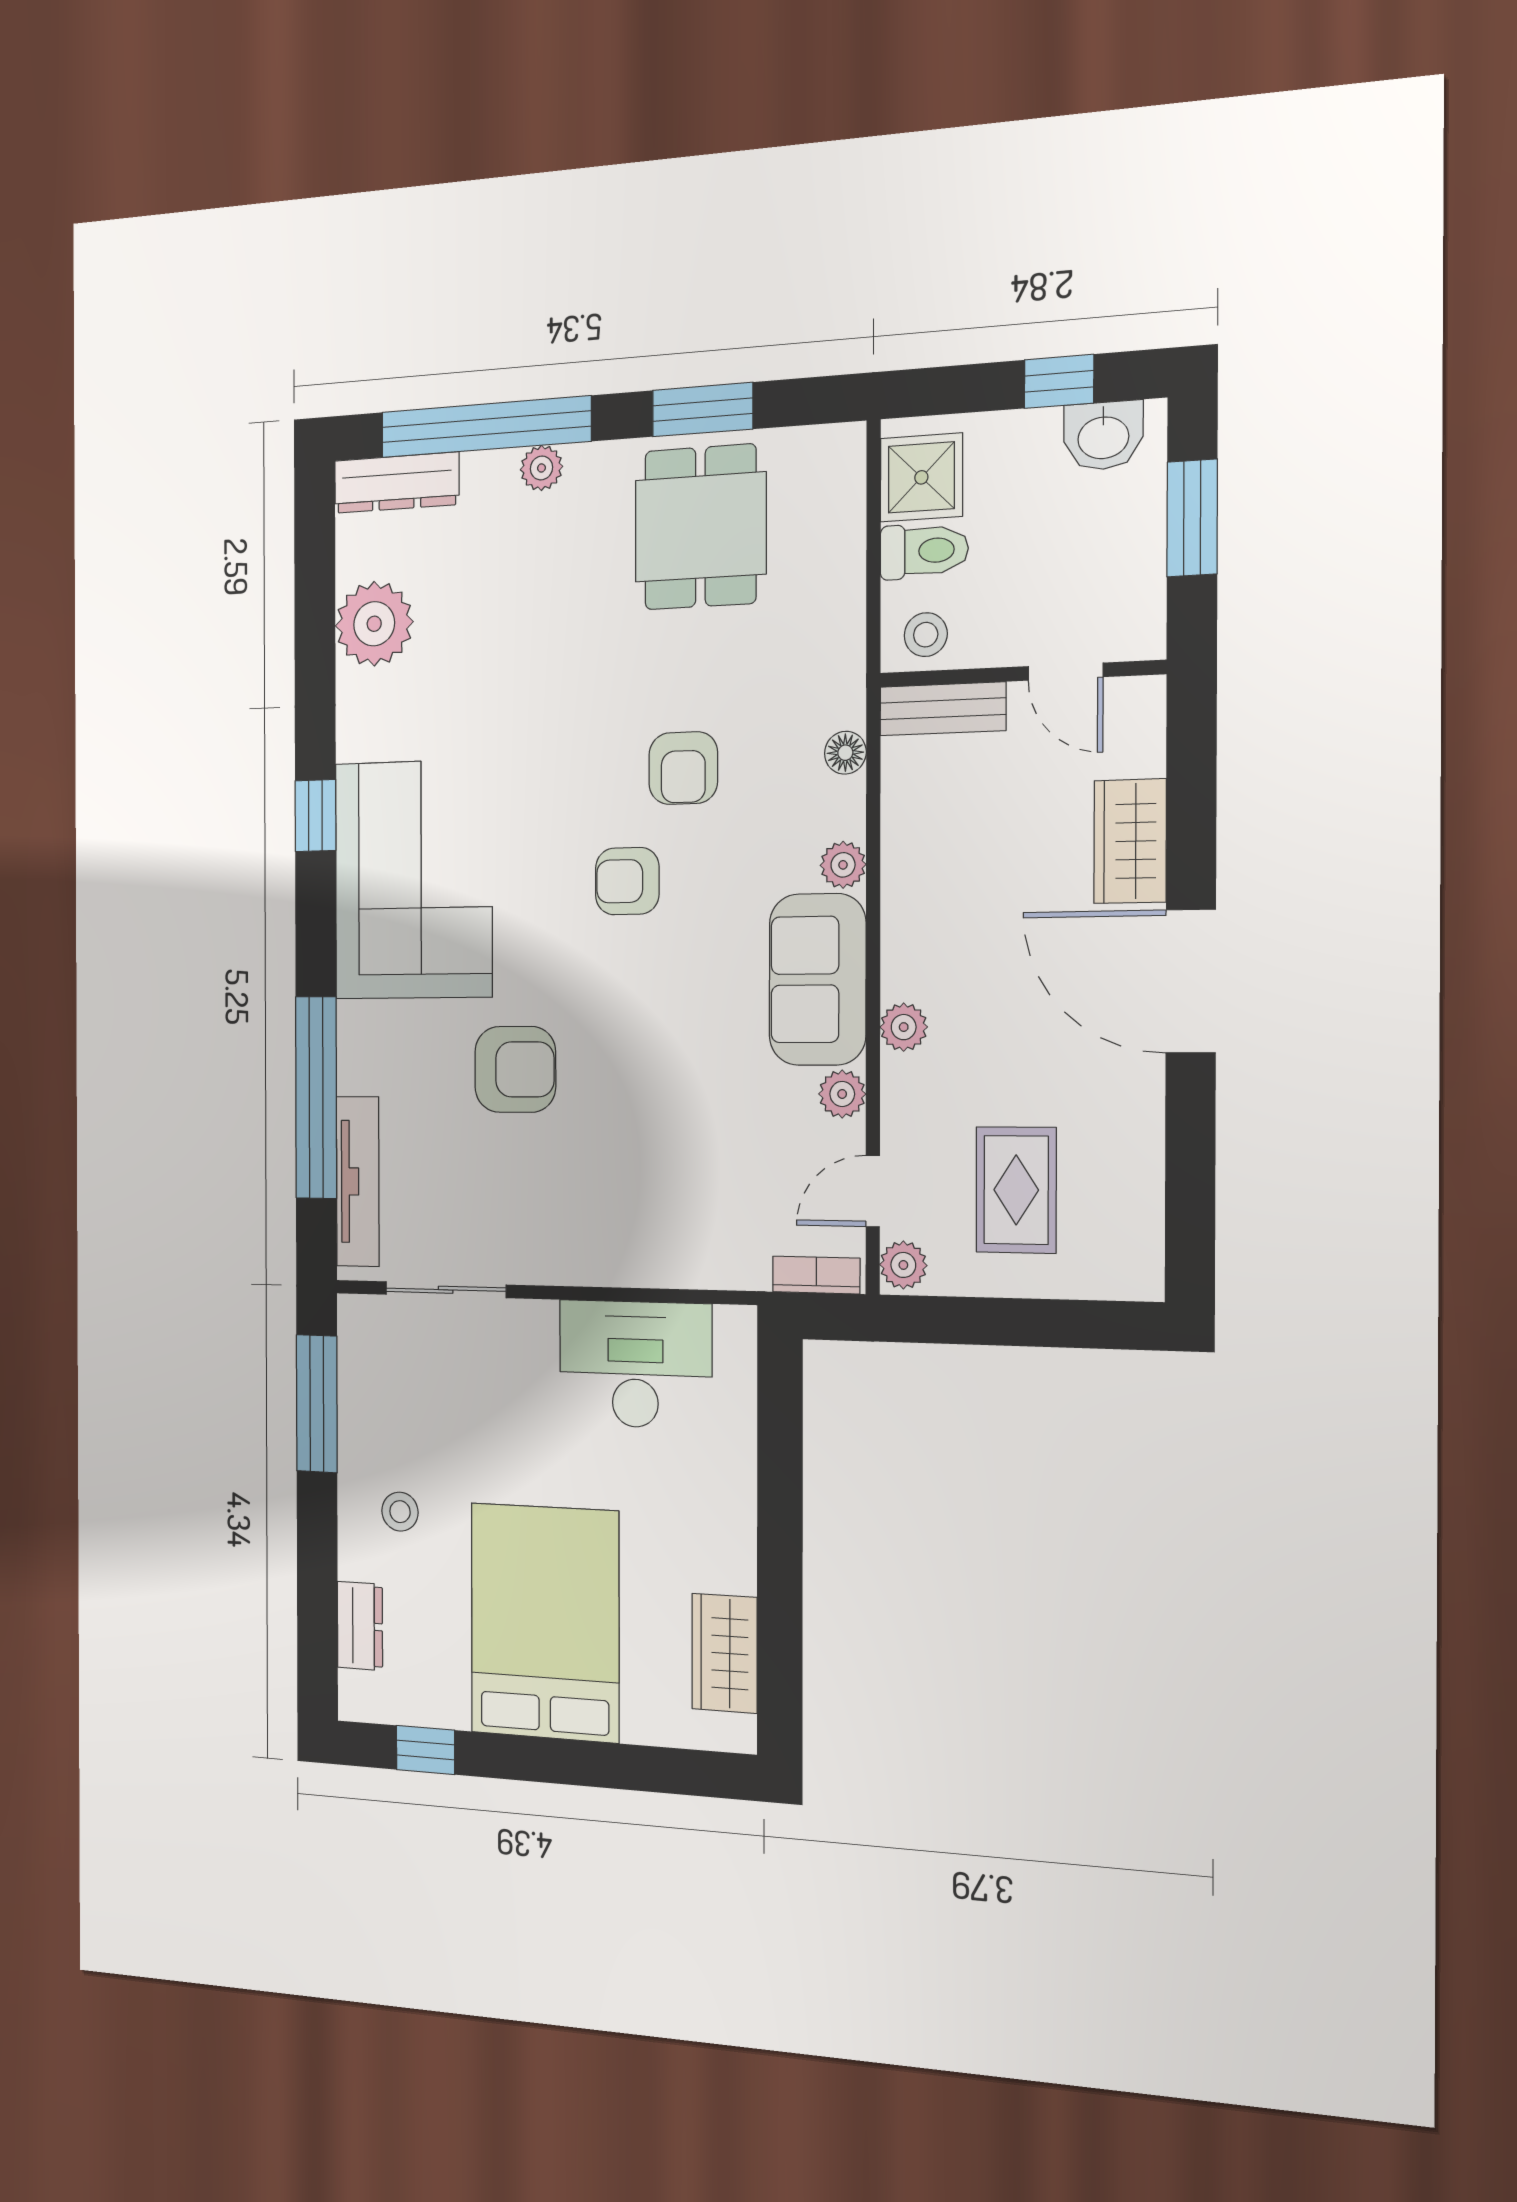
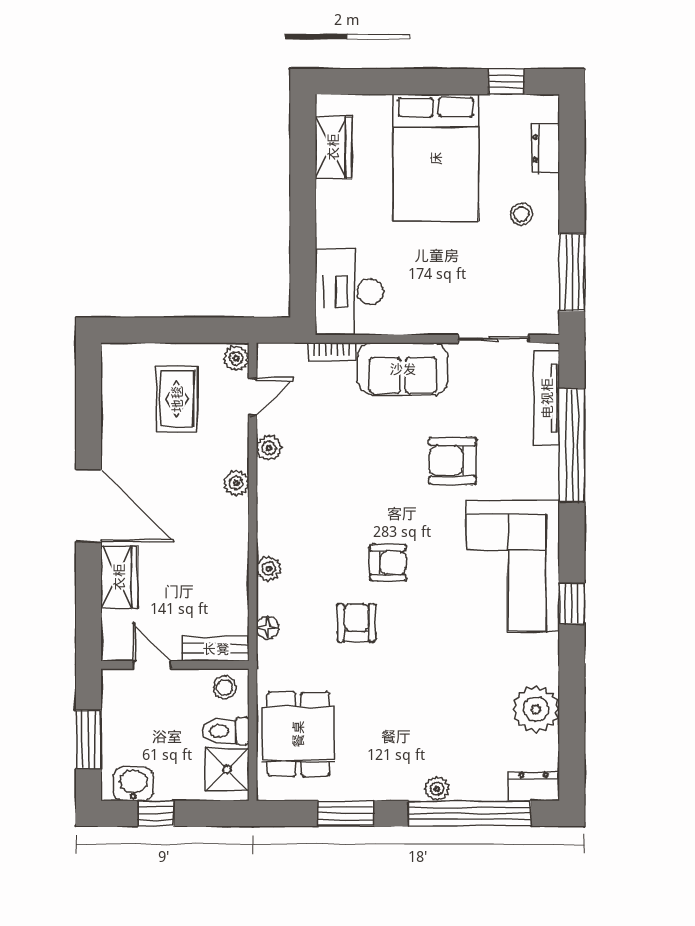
dresser: (397, 483) -> (534, 786), width x0.70
dining table: (700, 527) -> (298, 734), moved
sofa: (817, 979) -> (403, 369), moved, turned 90
bookcase: (816, 1275) -> (331, 352), moved
desk: (635, 1364) -> (349, 292), moved, turned 90

